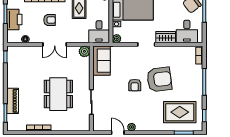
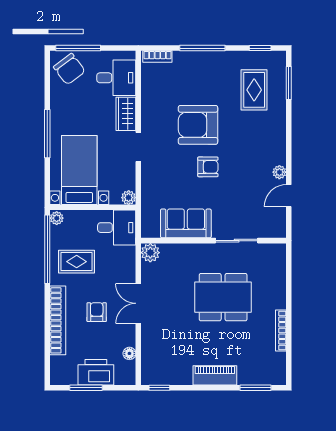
double door: (55, 44) -> (138, 303), swing flipped
sofa: (102, 61) -> (186, 223), moved
armchair: (159, 79) -> (198, 125), turned -83
piano: (13, 101) -> (215, 375), moved
rug: (180, 112) -> (254, 90), width x0.73, depth x0.70

